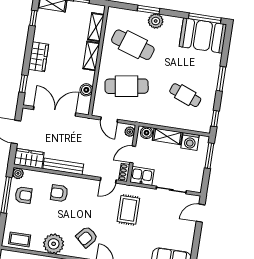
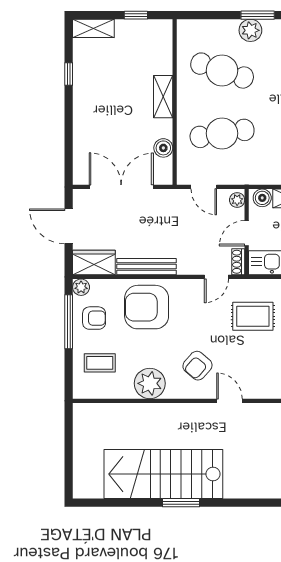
window: (149, 10) -> (258, 15), moved
window: (33, 18) -> (69, 74), moved
shelving: (96, 27) -> (163, 53), removed
wardrobe: (38, 57) -> (85, 110), removed
window: (23, 84) -> (69, 153), removed
armchair: (59, 193) -> (147, 307), width x1.88, depth x1.88
rug: (128, 210) -> (253, 316), turned 90
coffee table: (20, 239) -> (100, 363), moved

